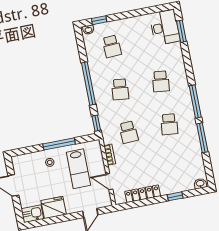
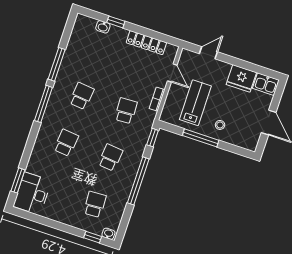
washbasin: (200, 184) -> (103, 27), moved

